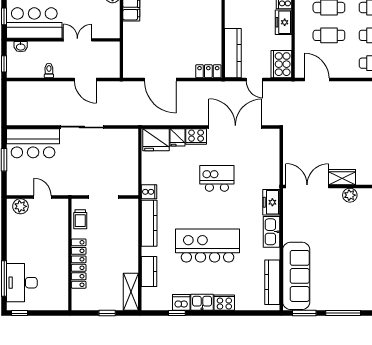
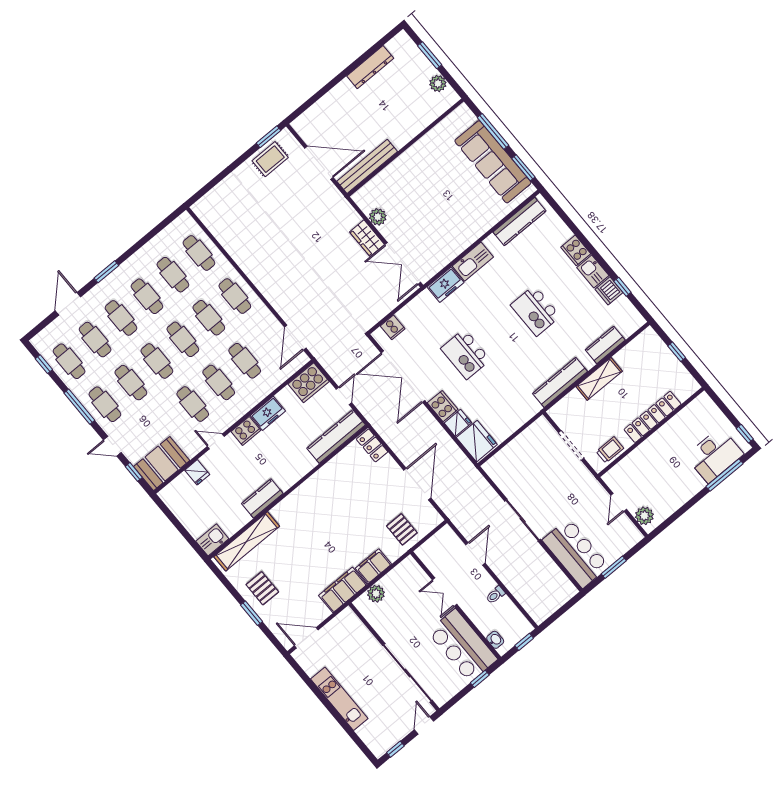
pallet: (140, 46) -> (402, 529), added
cooker: (149, 192) -> (393, 327), moved, turned 180
kitchen island: (208, 246) -> (535, 311), width x0.54, depth x0.78
sofa: (296, 276) -> (493, 162), moved, turned -90
shelving: (131, 292) -> (599, 379), moved

